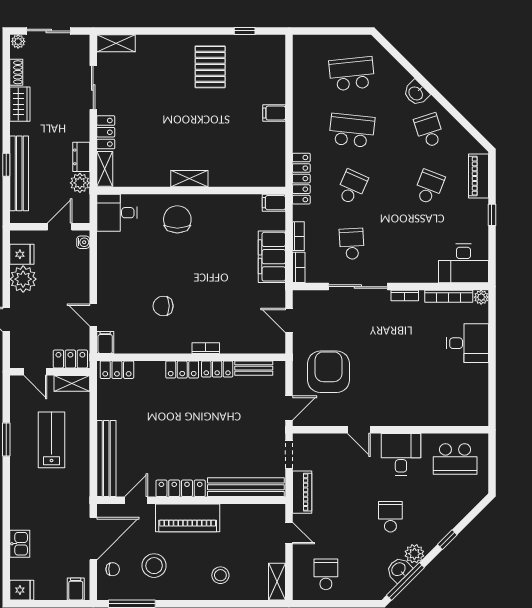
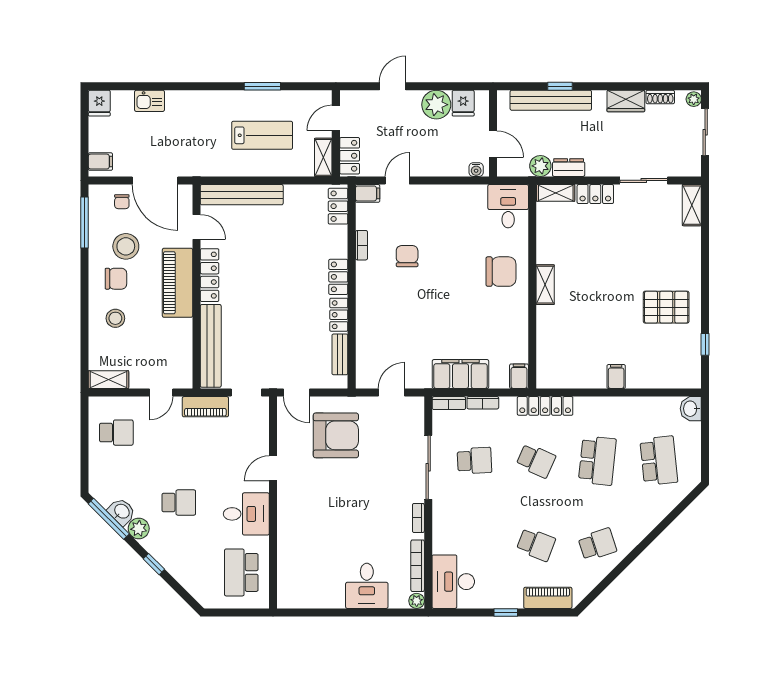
washbasin: (416, 93) -> (691, 409), moved, turned -45
bookcase: (206, 348) -> (361, 245), moved
chair: (184, 575) -> (116, 279), added

